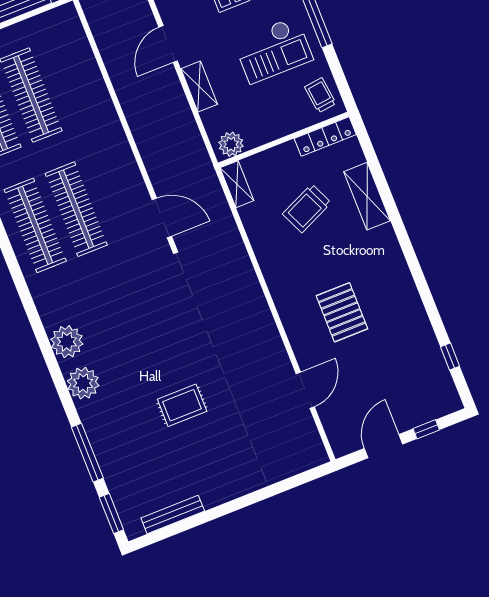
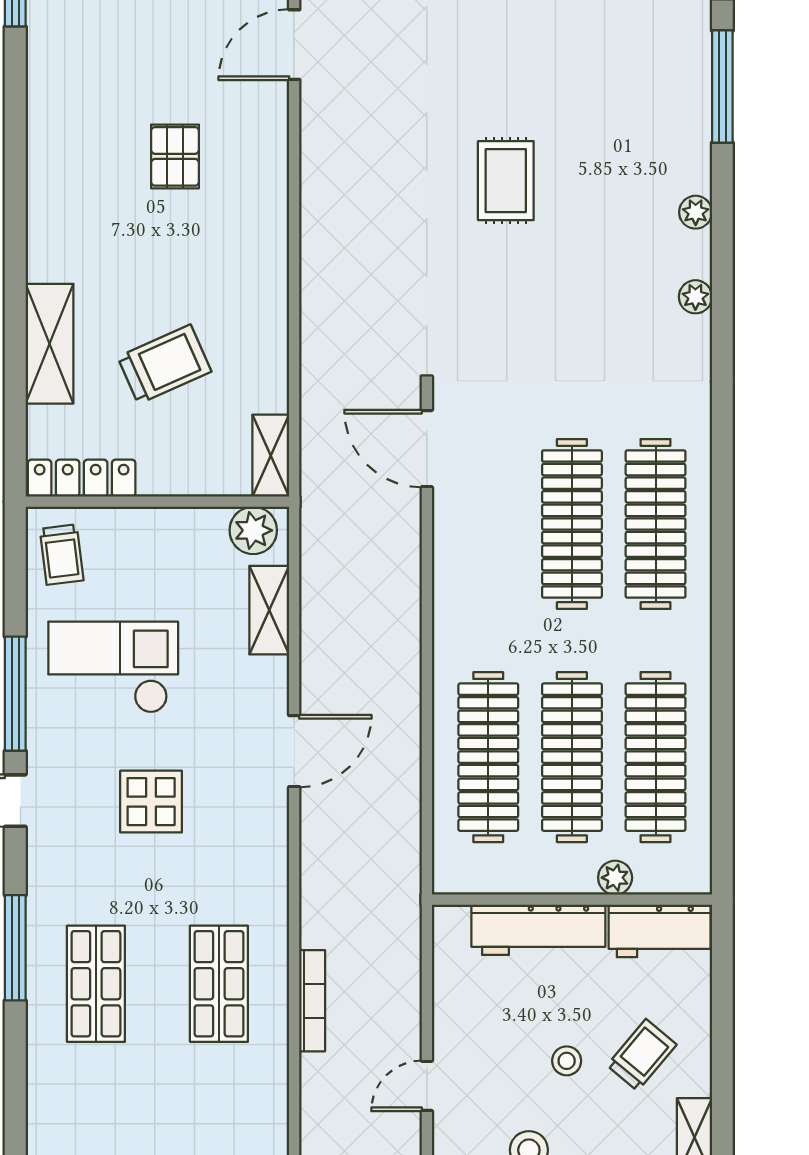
clothes rail: (72, 79) -> (488, 757), added
shelving: (199, 87) -> (269, 610), moved
pallet: (342, 312) -> (175, 156), width x0.67, depth x0.71
plant: (67, 342) -> (695, 297), width x0.53, depth x0.53
plant: (83, 383) -> (696, 212), width x0.53, depth x0.53
rug: (182, 405) -> (506, 181), moved, turned 90

